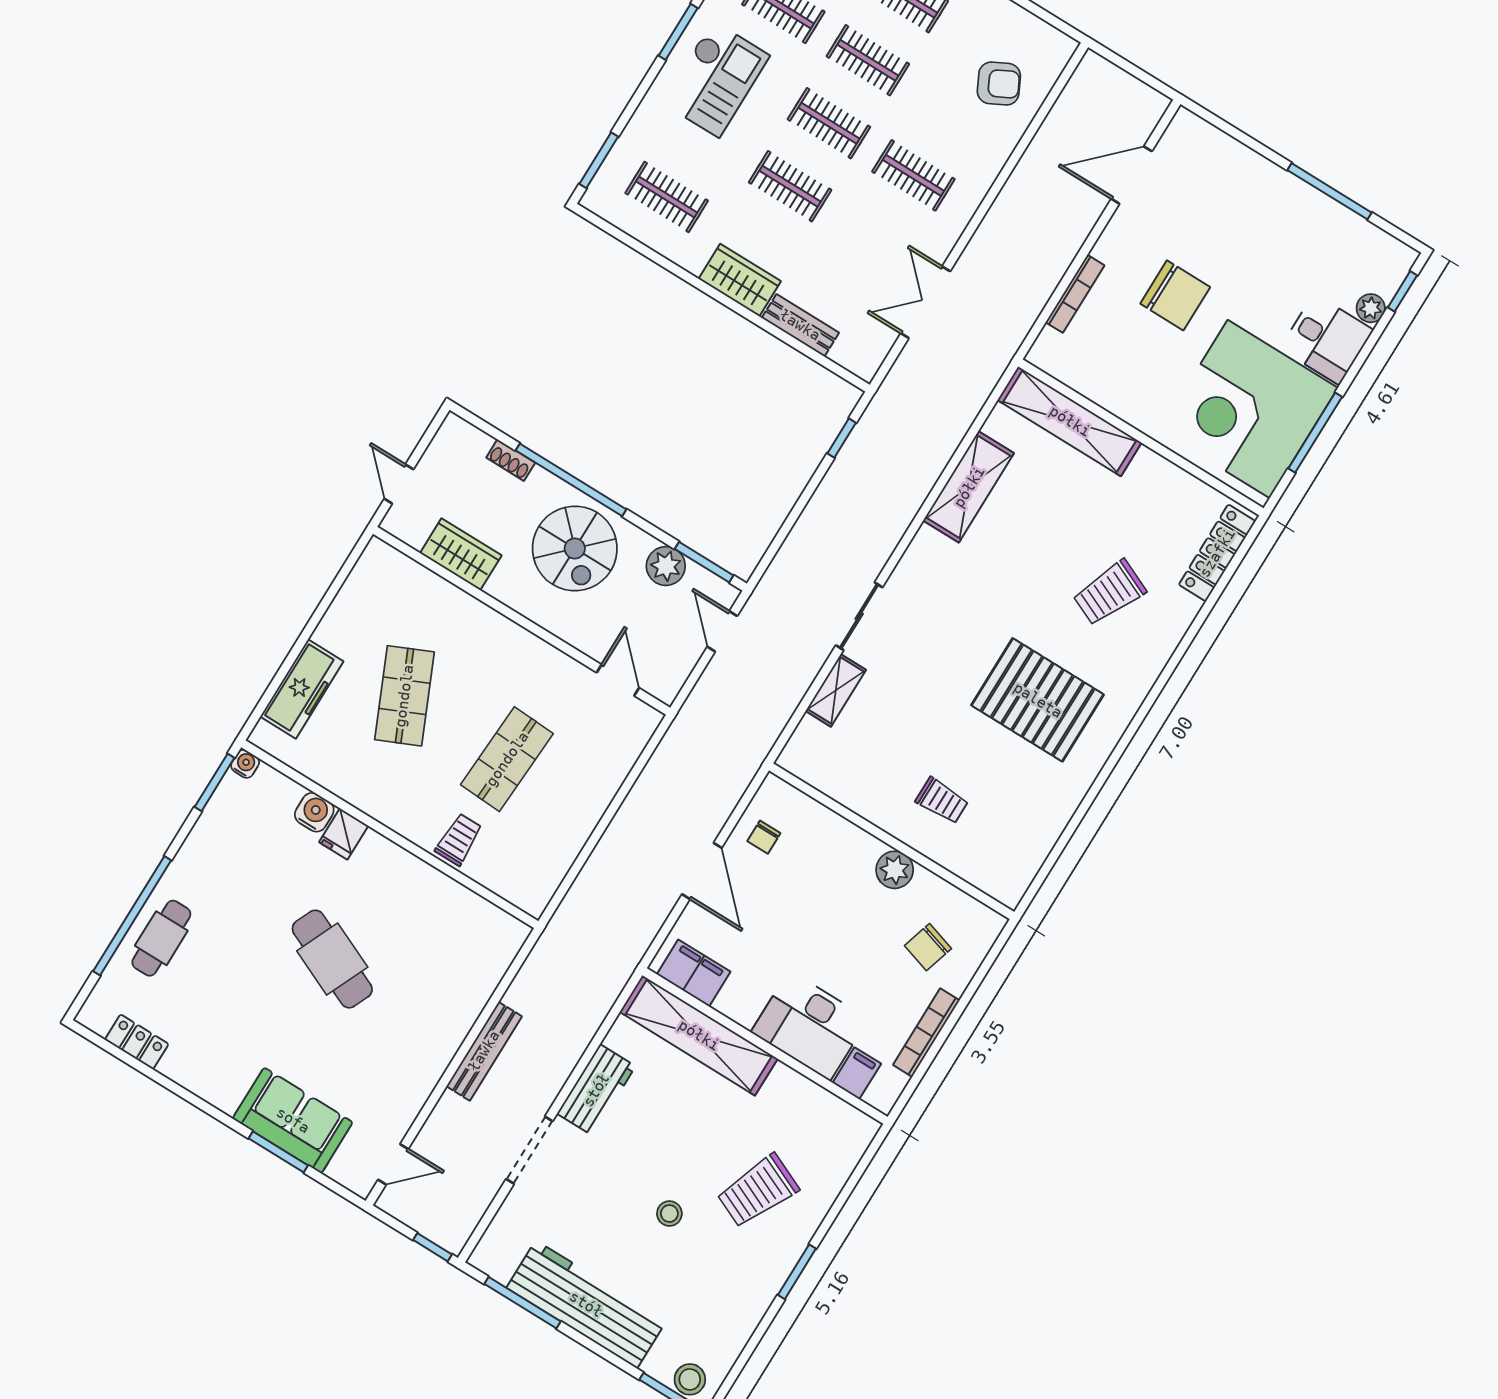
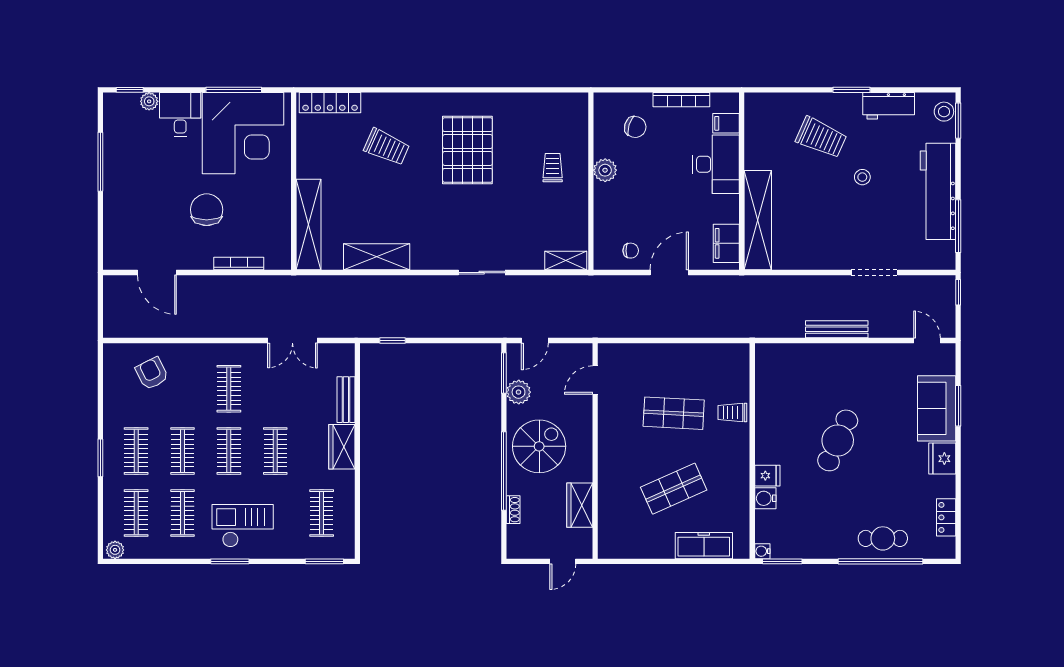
shelving: (836, 690) -> (566, 261), moved
fridge: (220, 1086) -> (942, 459), added
workbench: (596, 1090) -> (889, 106), moved, turned 180

